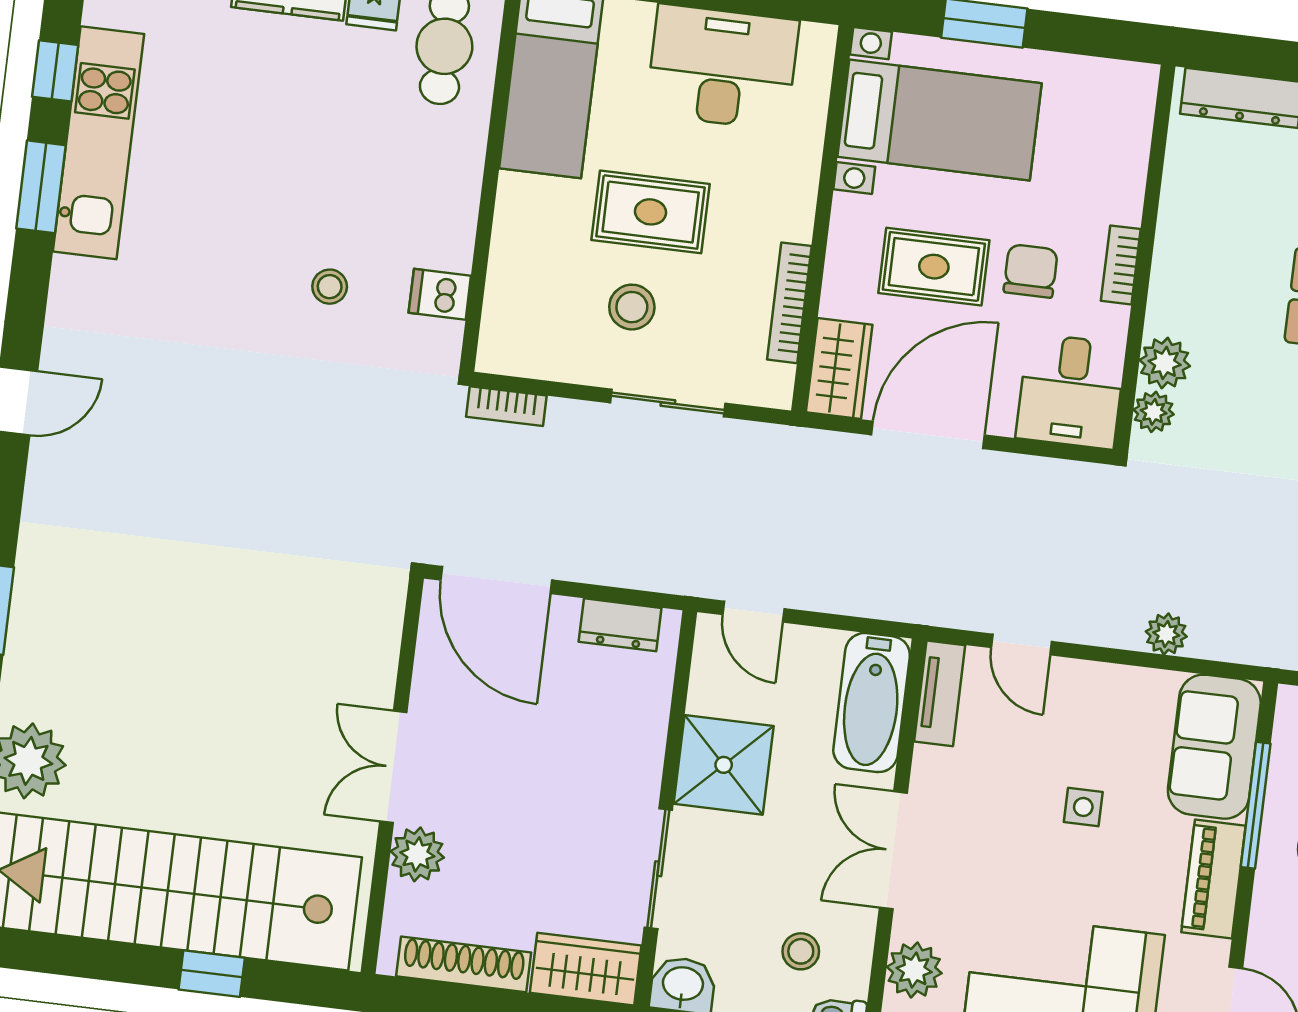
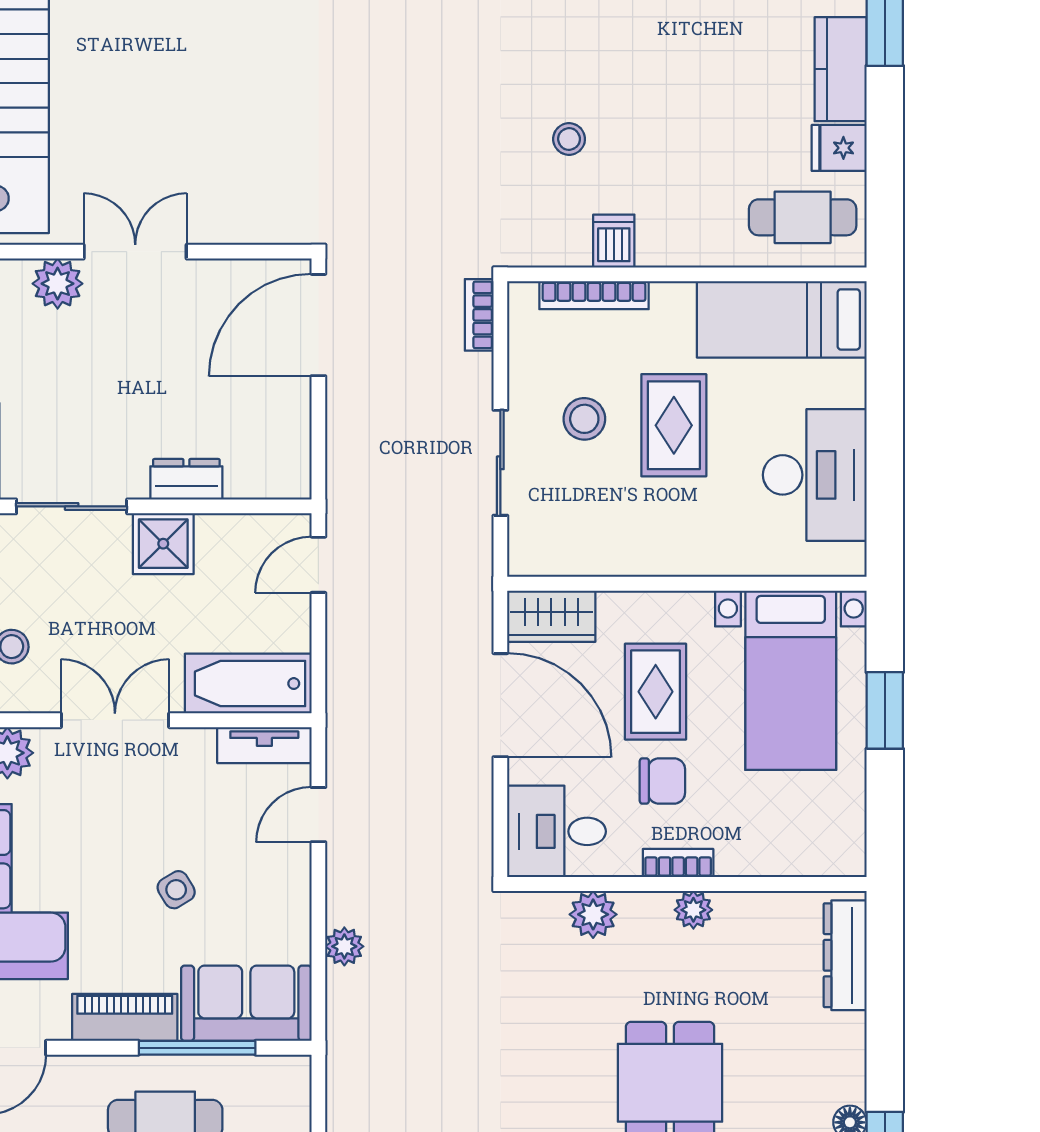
dishwasher: (440, 294) -> (614, 241), moved
bookcase: (789, 303) -> (594, 295), moved, turned 180
plant: (1154, 412) -> (693, 910), moved
dresser: (620, 625) -> (186, 479), moved, turned 90
shower: (724, 765) -> (163, 544), width x0.73, depth x0.73
side table: (1083, 807) -> (176, 890), turned -31

